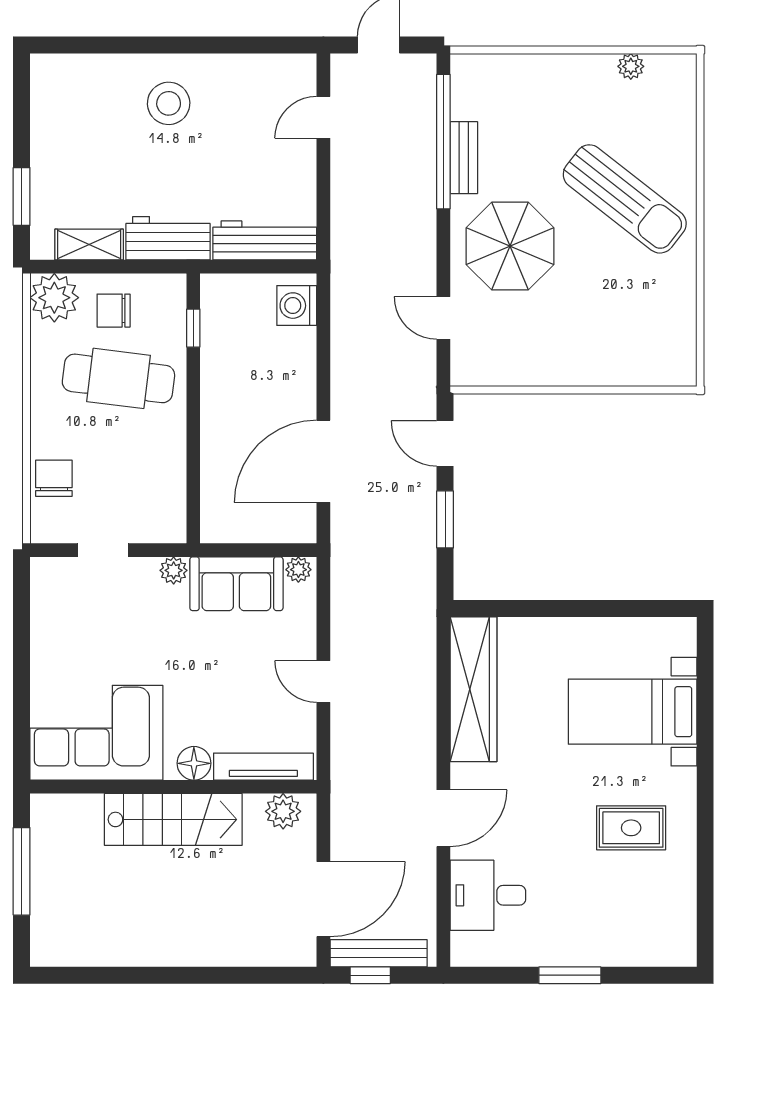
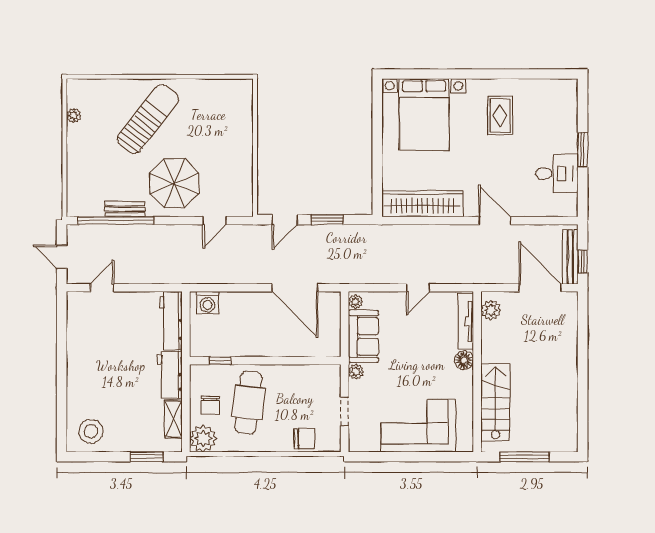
stool: (169, 103) -> (91, 431), moved
door: (323, 117) -> (102, 288), swing flipped
chair: (54, 478) -> (304, 439), turned 180
bed with nightstands: (633, 712) -> (424, 115), width x1.36
corner sofa: (96, 733) -> (418, 426), moved, turned 90
stairs: (173, 819) -> (495, 402), moved
desk: (488, 895) -> (557, 174), moved, turned -90

